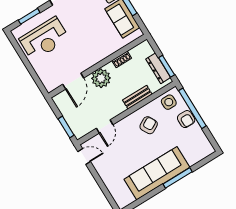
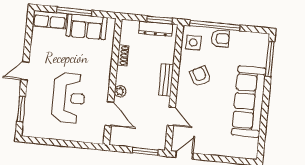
reception desk: (44, 39) -> (69, 98), moved
plant: (101, 78) -> (120, 91), width x0.53, depth x0.53
bench: (137, 97) -> (166, 80), moved
window: (178, 178) -> (270, 59), moved

